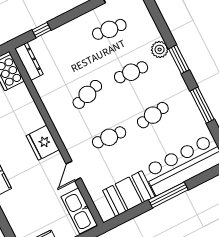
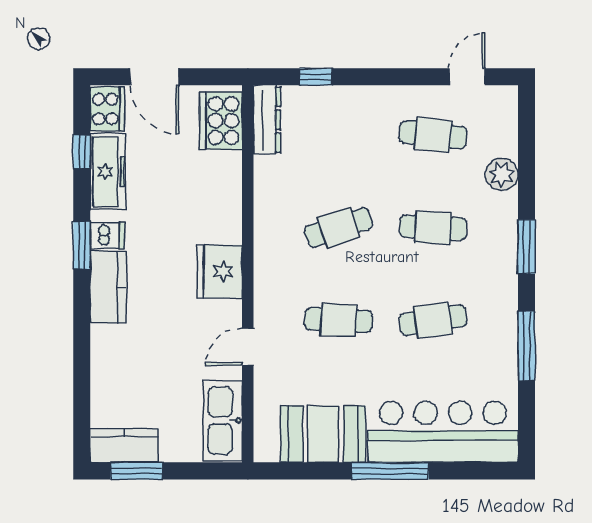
plant: (160, 50) -> (502, 174), moved

